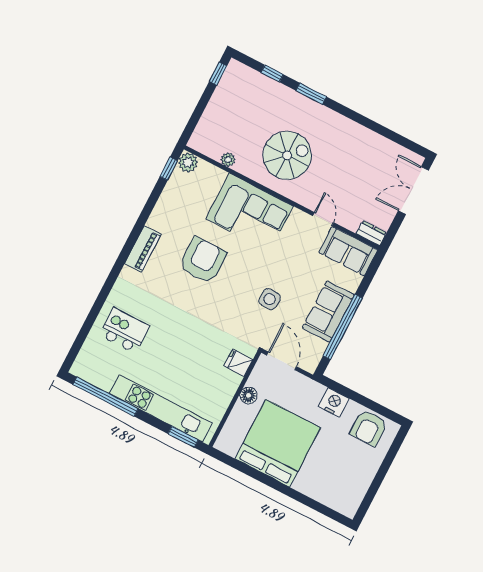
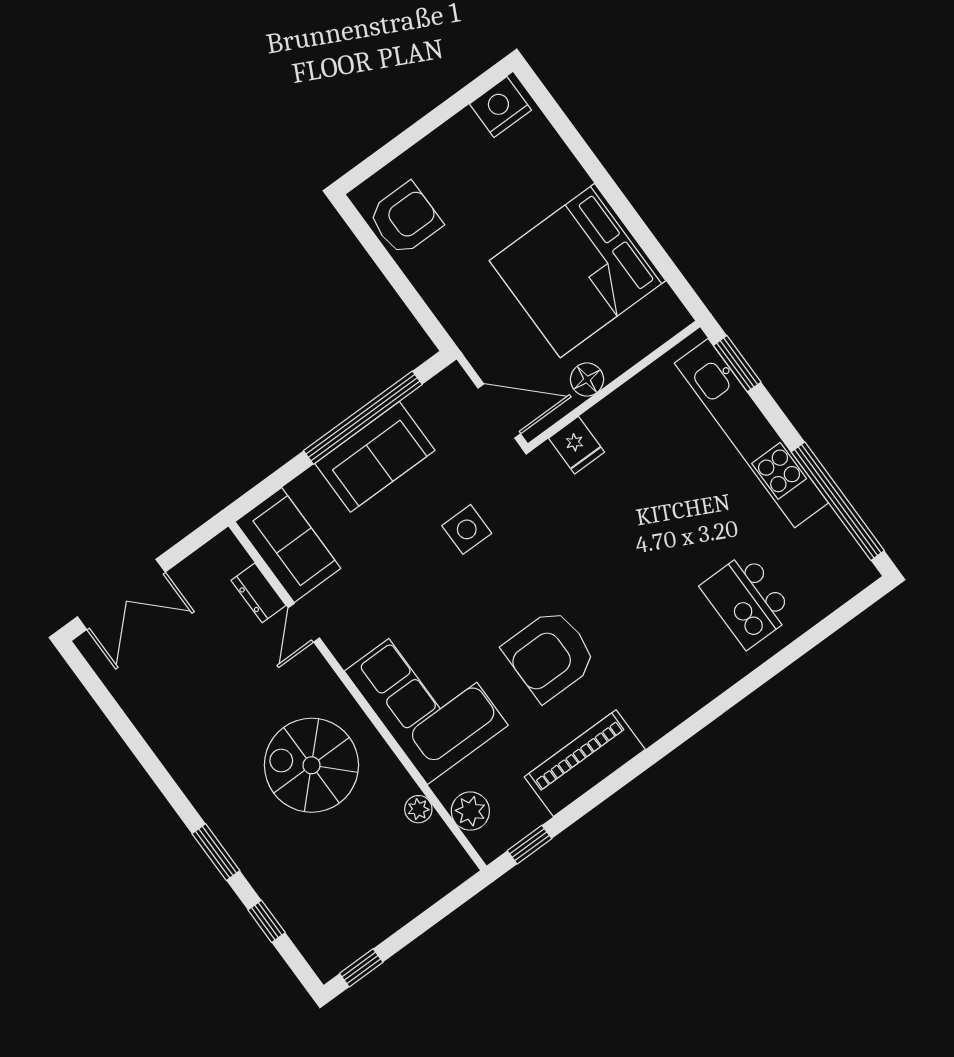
plant: (188, 162) -> (470, 811), moved
dresser: (371, 233) -> (259, 593), moved
piano: (143, 249) -> (585, 763), moved, width x1.37, depth x1.33
door: (282, 361) -> (499, 411), swing flipped
nightstand: (334, 402) -> (500, 107), moved, turned 90

